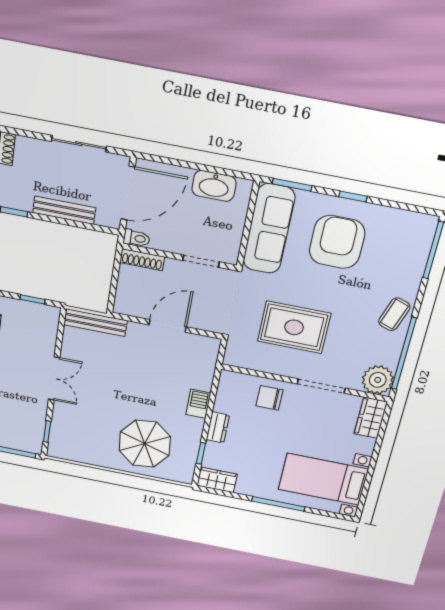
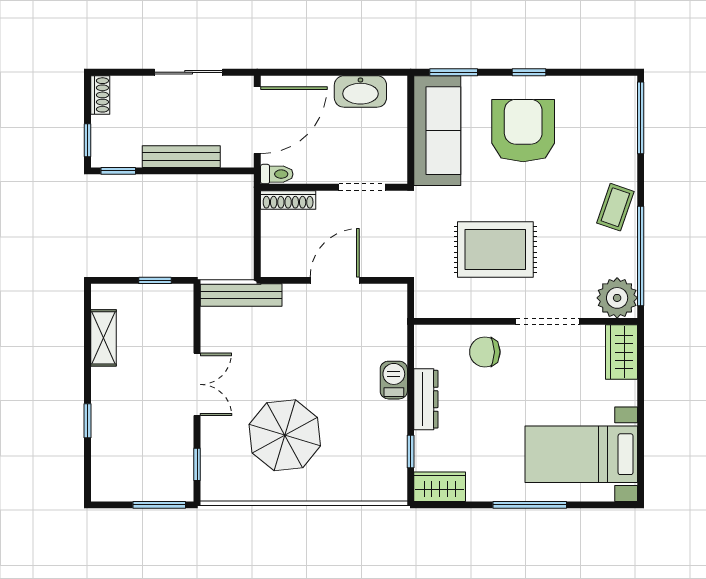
dresser: (218, 427) -> (426, 399), width x1.44
parasol: (145, 444) -> (285, 435), moved

